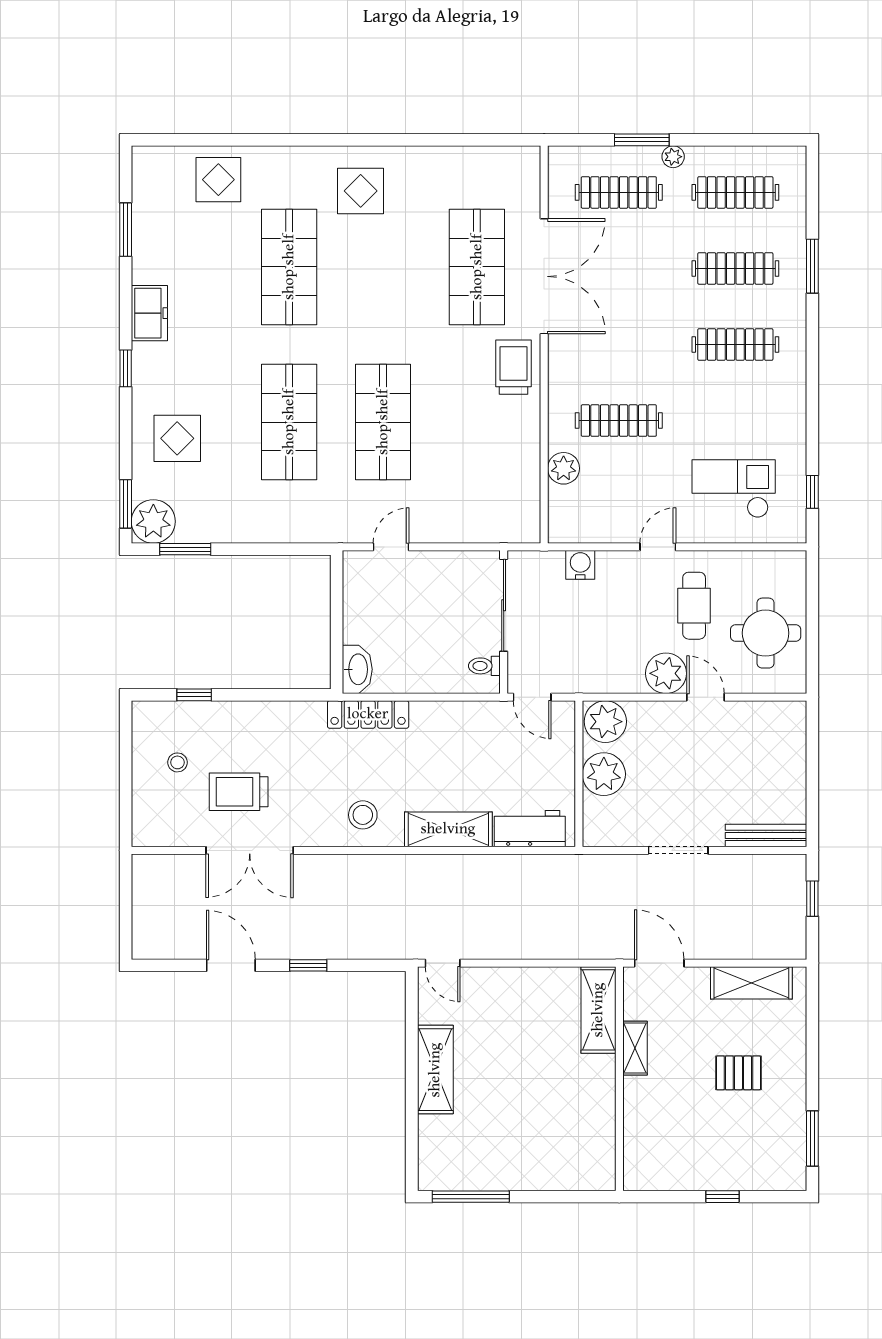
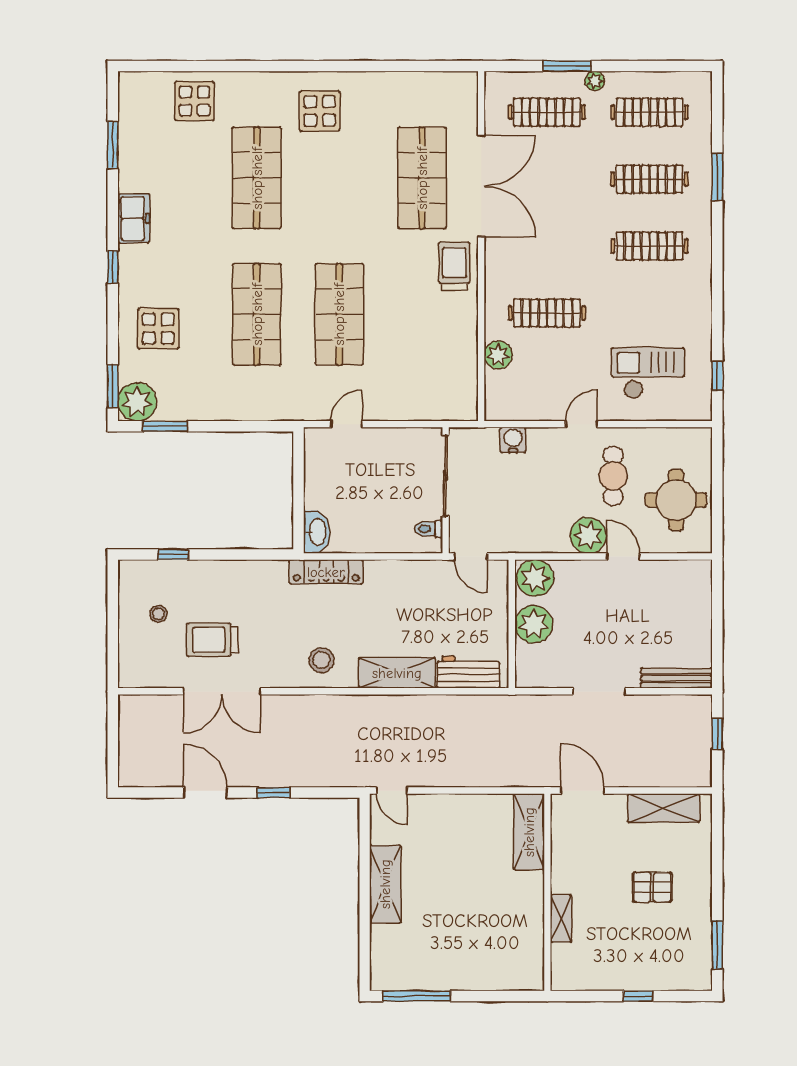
shelving: (635, 1048) -> (561, 919), moved

